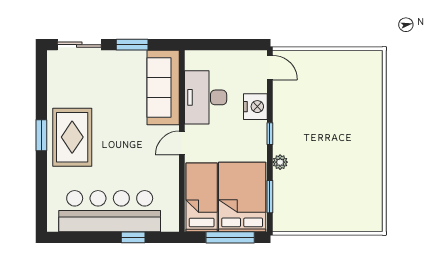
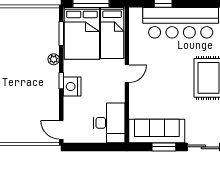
sofa: (163, 87) -> (157, 131), moved, turned -90
desk: (206, 97) -> (109, 123), moved
nightstand: (255, 107) -> (72, 87), moved

